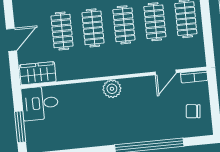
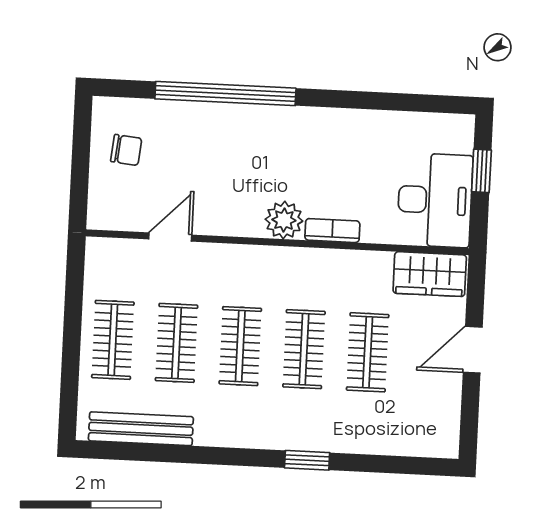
bookcase: (194, 77) -> (332, 231), moved
desk: (40, 103) -> (435, 200), width x1.37
window: (20, 127) -> (481, 171), width x0.67

